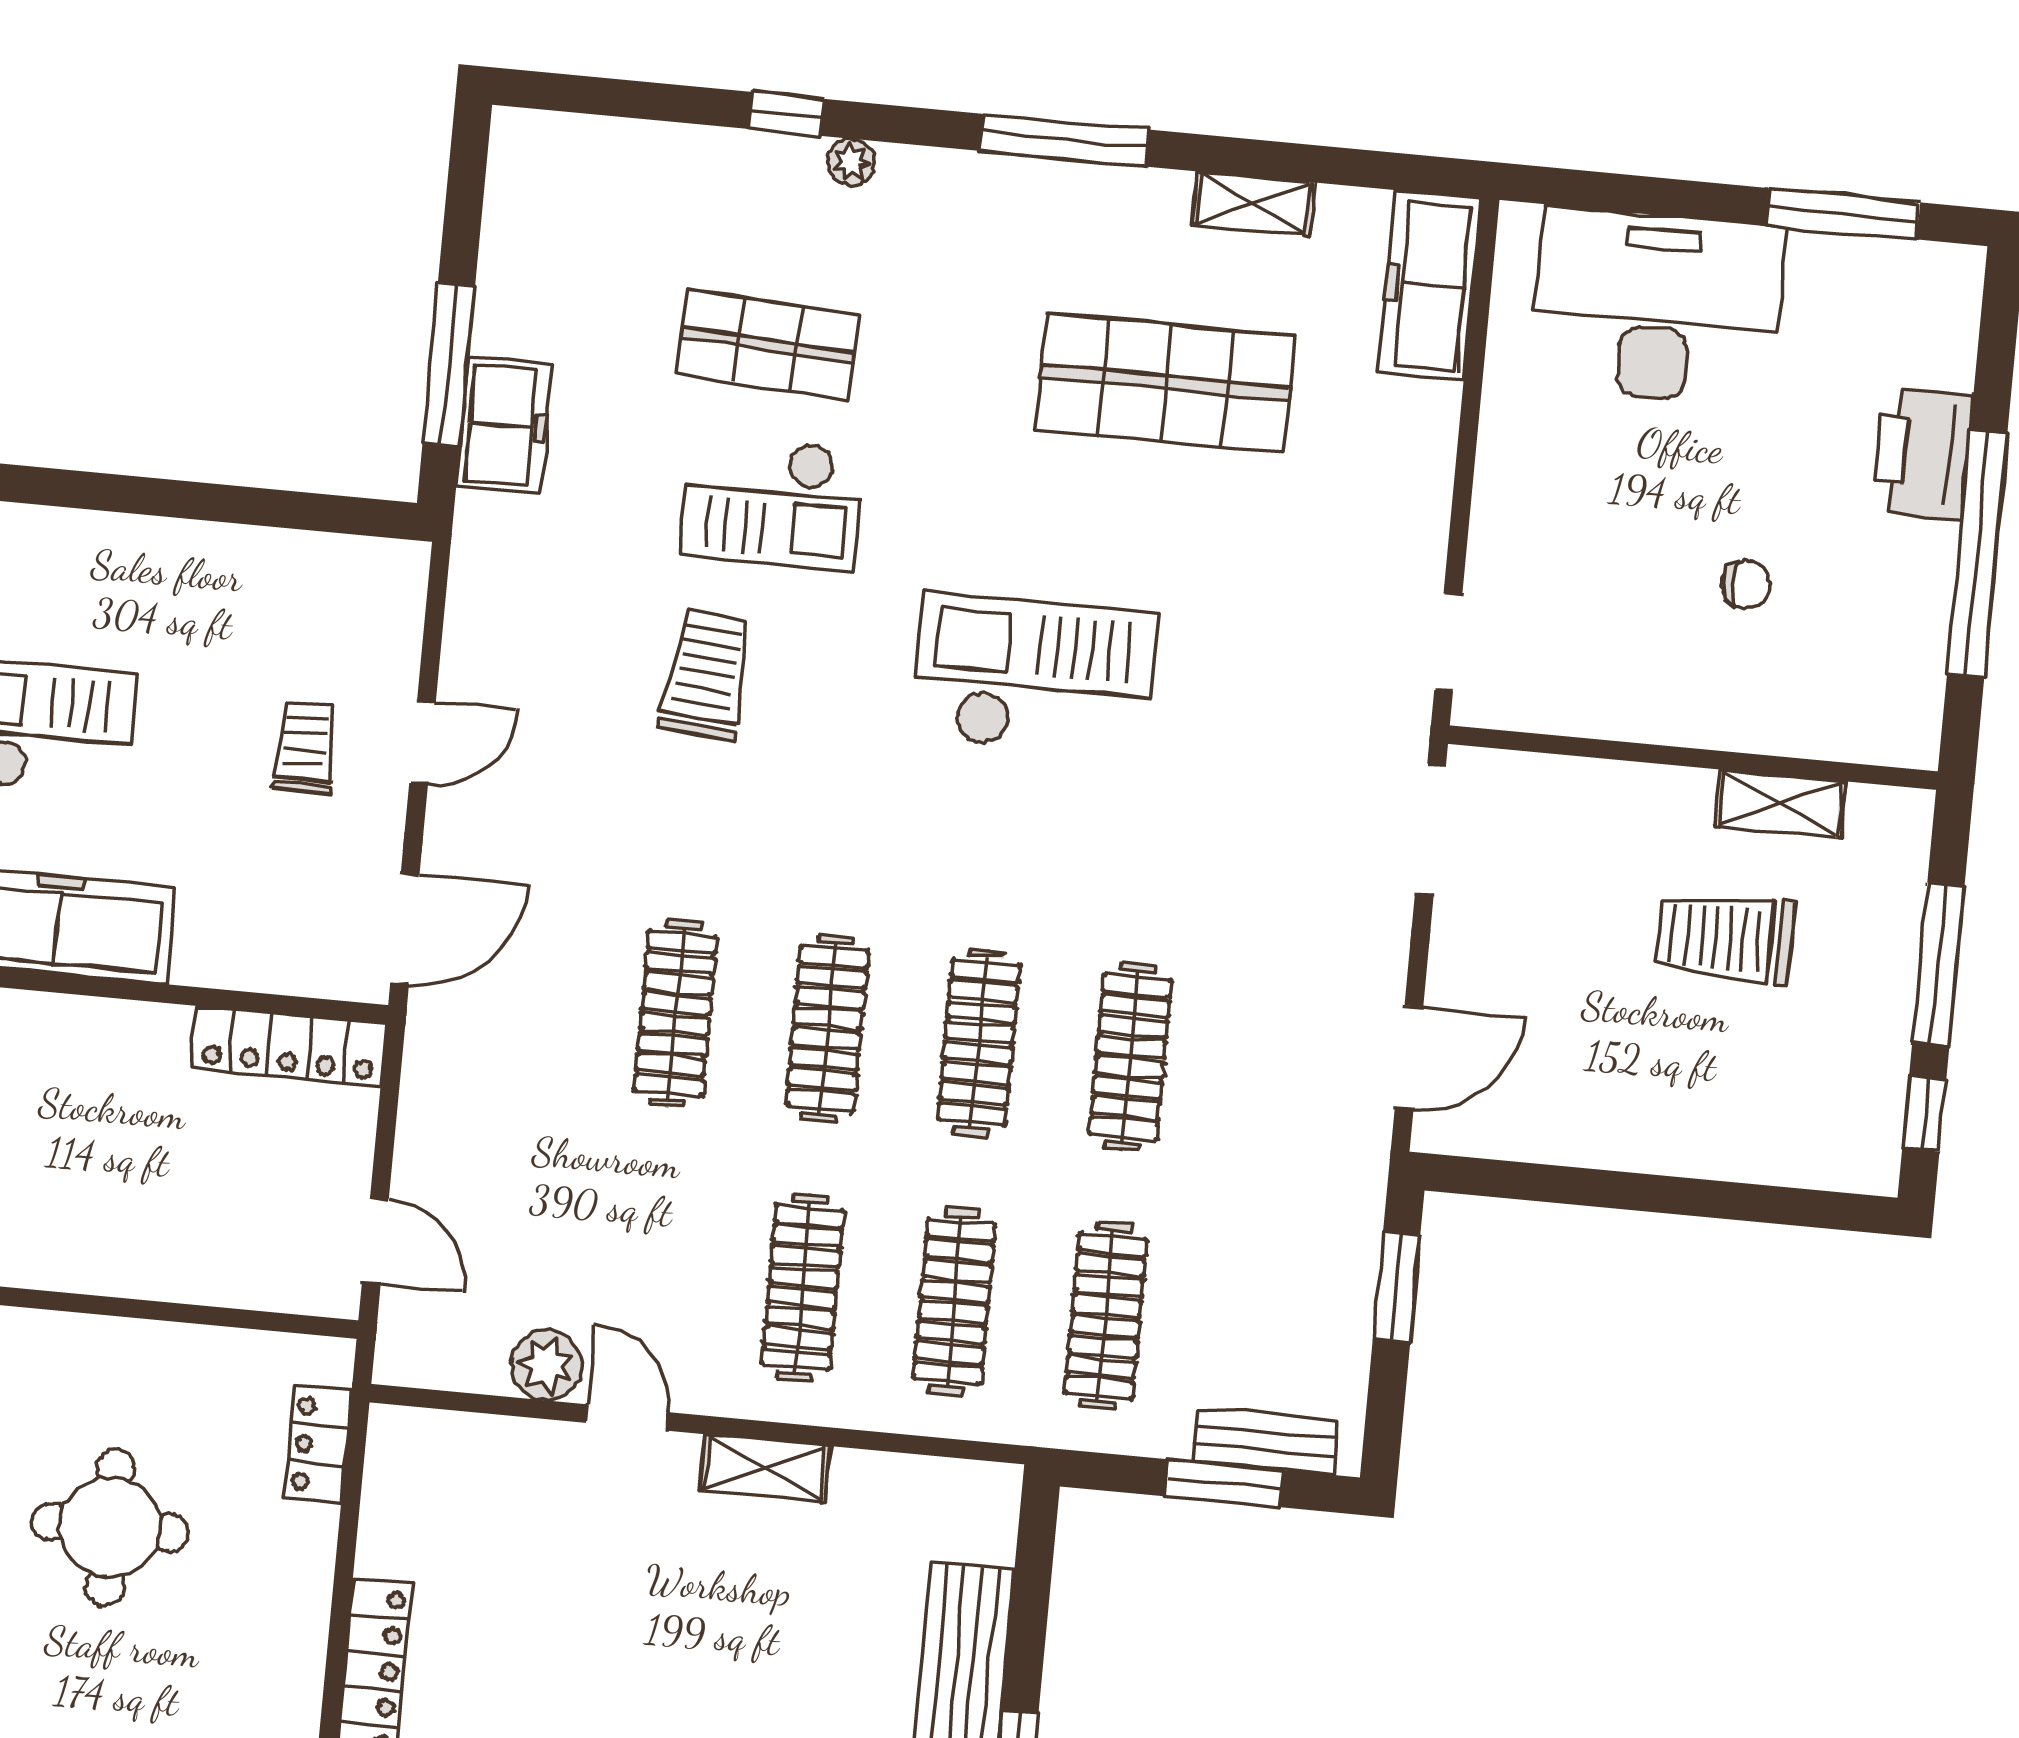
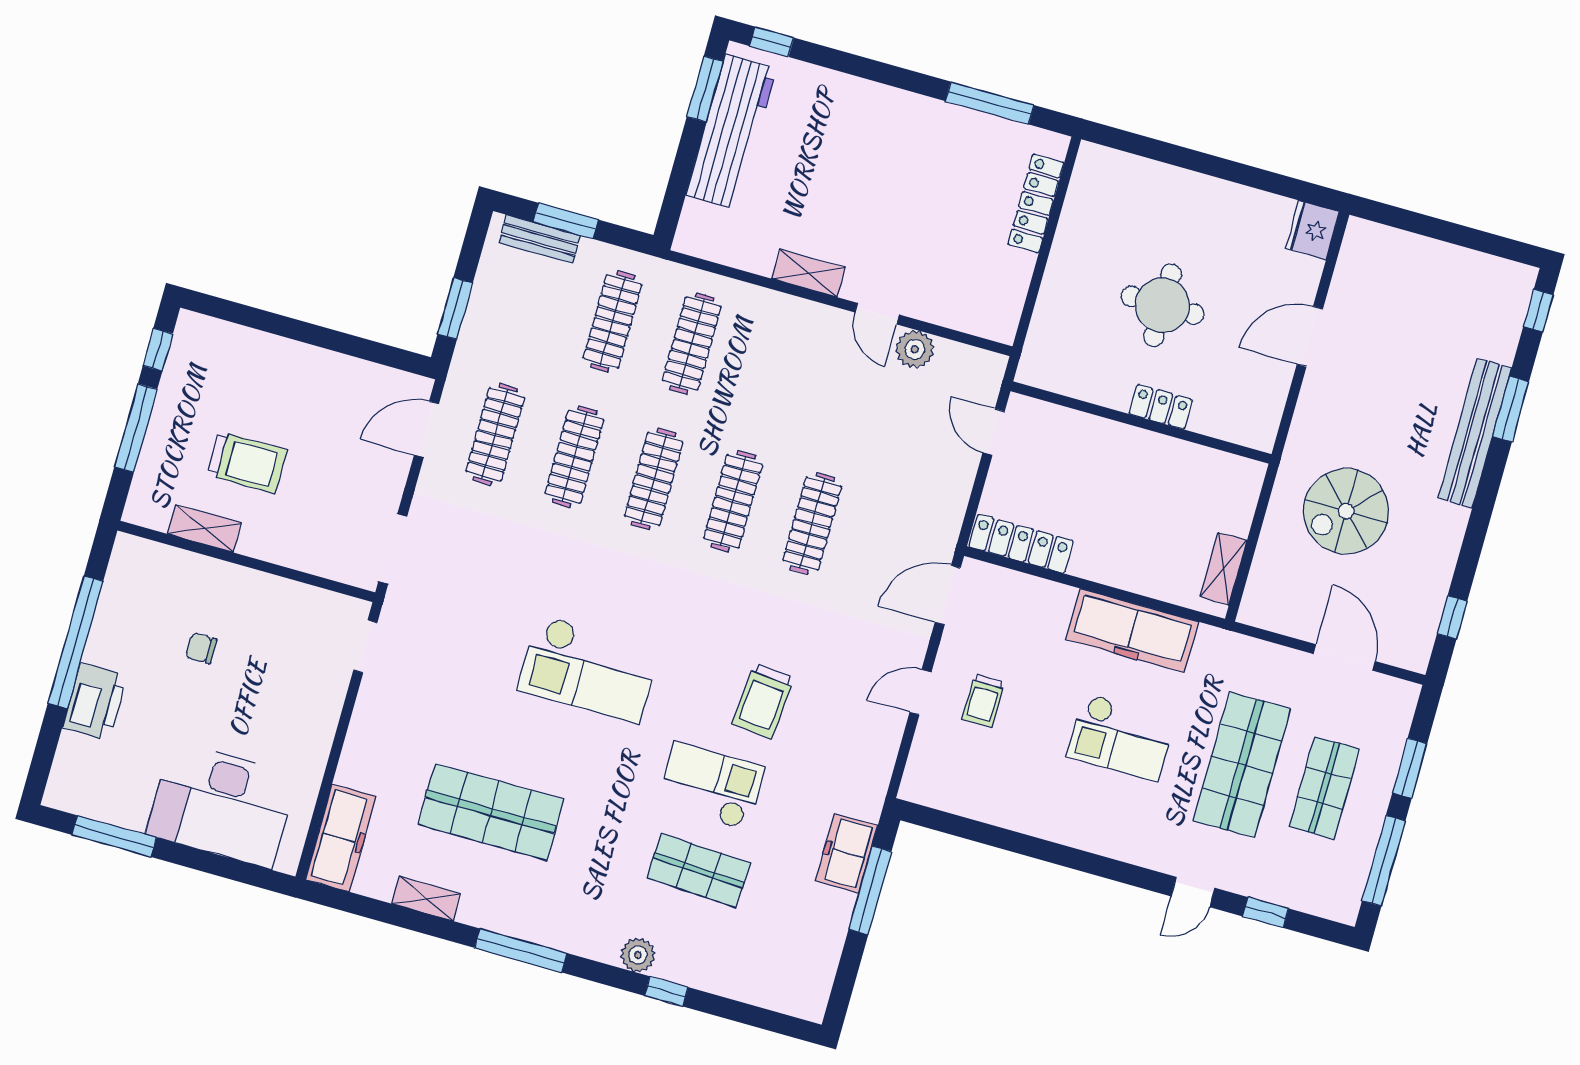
plant: (851, 162) -> (638, 955), width x1.38, depth x1.38
clothes rail: (803, 1287) -> (495, 434), moved
locker: (318, 1445) -> (1161, 407), moved, turned -90

